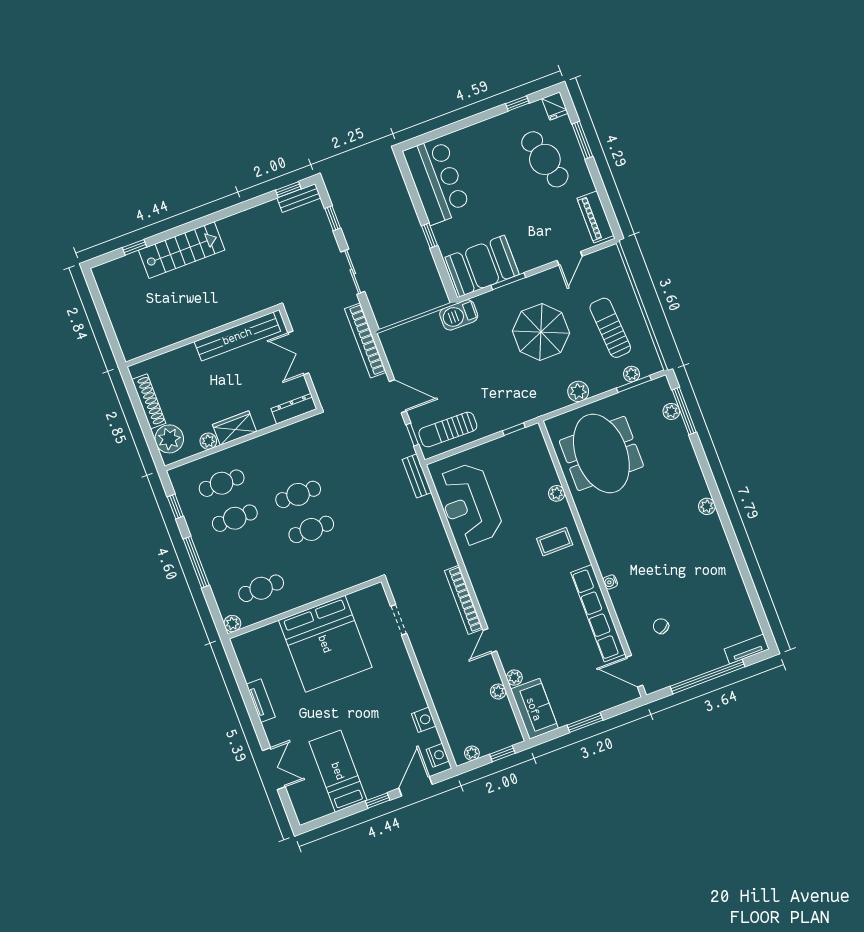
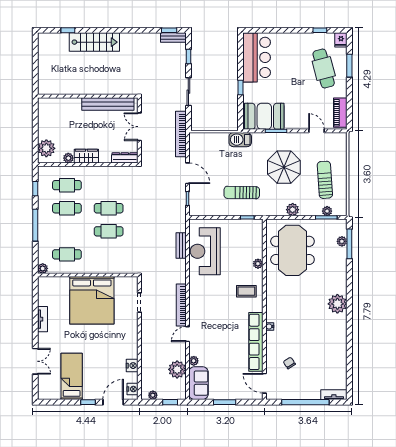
door: (570, 258) -> (316, 131), swing flipped
shoe rack: (149, 401) -> (43, 122), removed
sun lounger: (448, 429) -> (242, 193), moved
bench: (417, 476) -> (181, 246), moved
plant: (707, 506) -> (337, 304), width x1.88, depth x1.88
plant: (498, 692) -> (177, 369), width x1.88, depth x1.88

